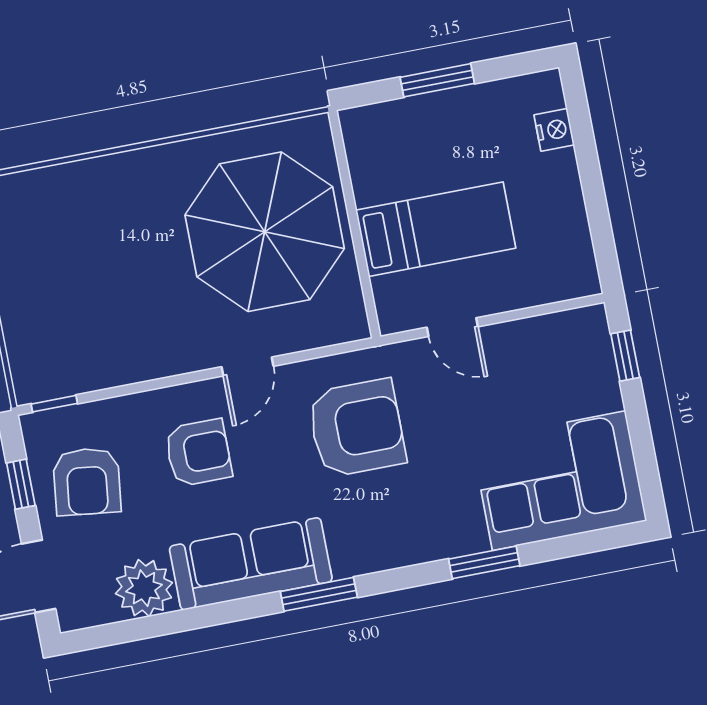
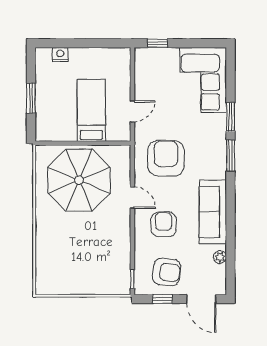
plant: (144, 588) -> (220, 257), width x0.53, depth x0.53
window: (319, 594) -> (231, 156), moved

